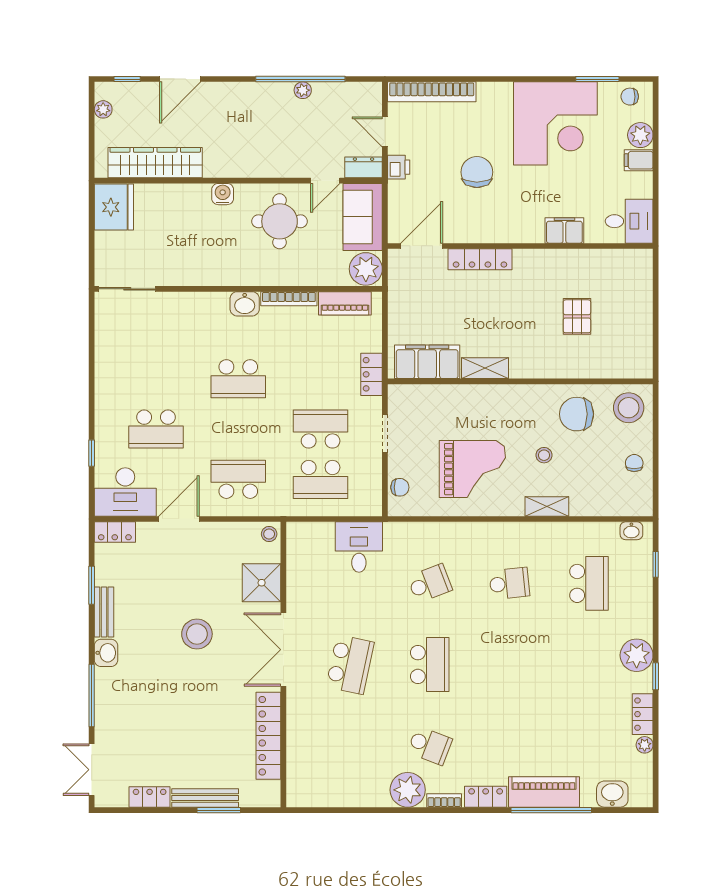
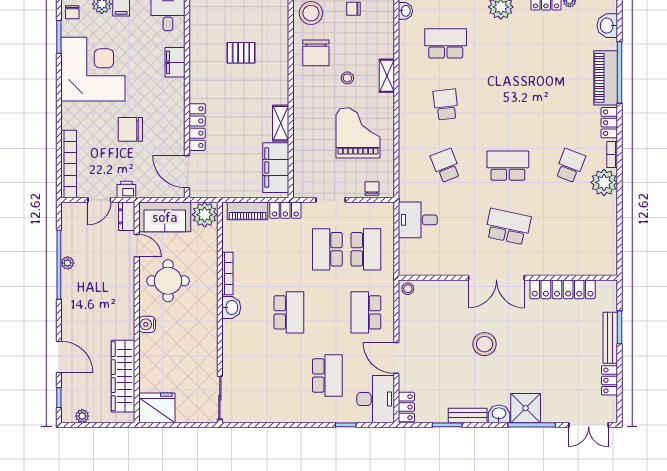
piano: (345, 303) -> (248, 211), moved, turned 90
shower: (262, 583) -> (526, 408), moved

